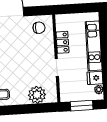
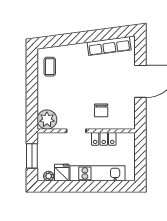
chair: (39, 28) -> (101, 110), moved
plant: (37, 95) -> (47, 120), moved

